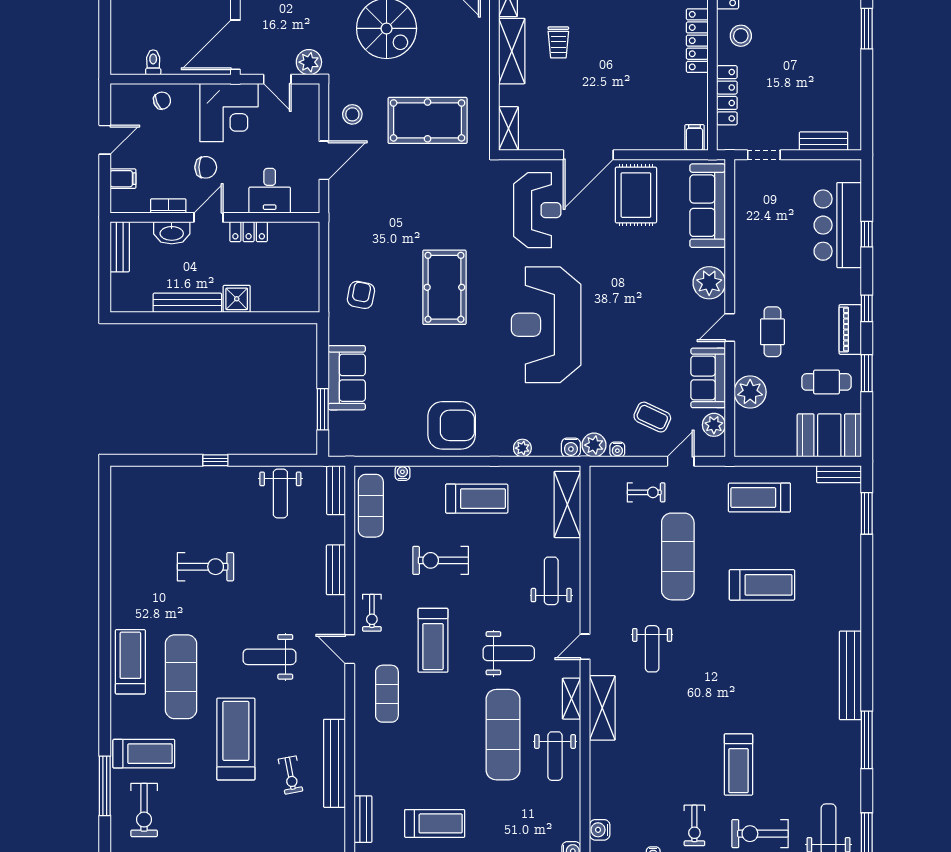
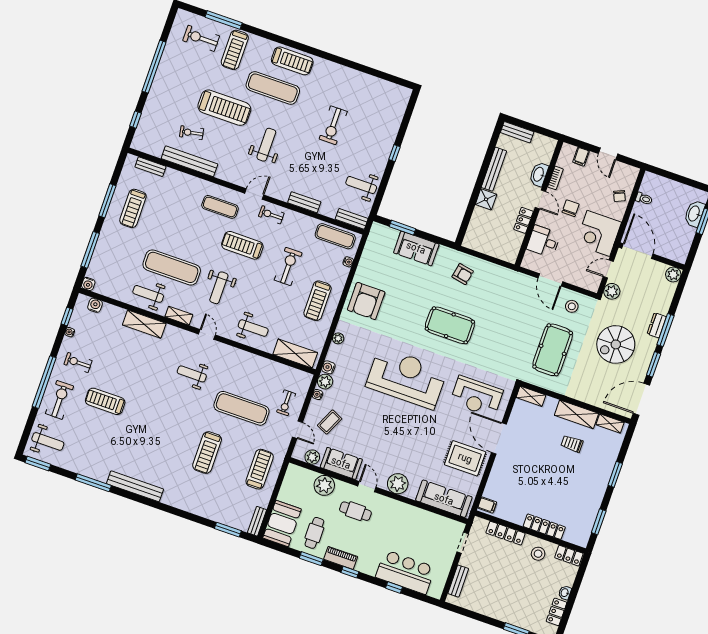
chair: (206, 167) -> (571, 208), turned 180
bench: (120, 247) -> (517, 132), moved
shelving: (602, 708) -> (144, 324), moved

